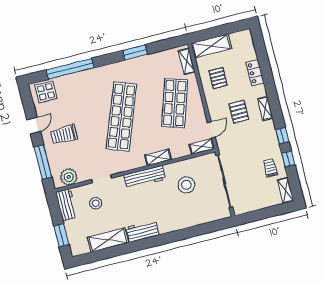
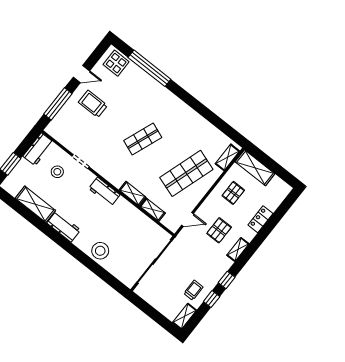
window: (135, 52) -> (203, 110), removed
shop shelf: (121, 117) -> (143, 139), width x0.50, depth x0.74
shelving: (202, 147) -> (153, 210), moved
plant: (69, 177) -> (62, 134), removed
workbench: (145, 177) -> (104, 192), width x0.73
stool: (186, 185) -> (100, 251), moved

